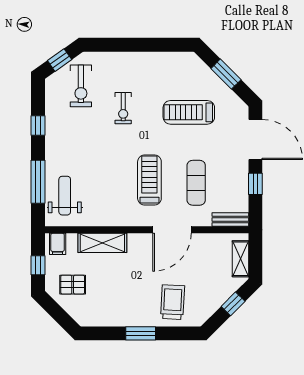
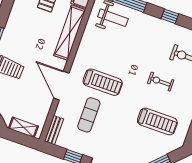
treadmill: (189, 112) -> (157, 122), moved, turned 90
exercise mat: (196, 183) -> (89, 115), turned 90
shelving: (102, 243) -> (70, 33), width x1.47

